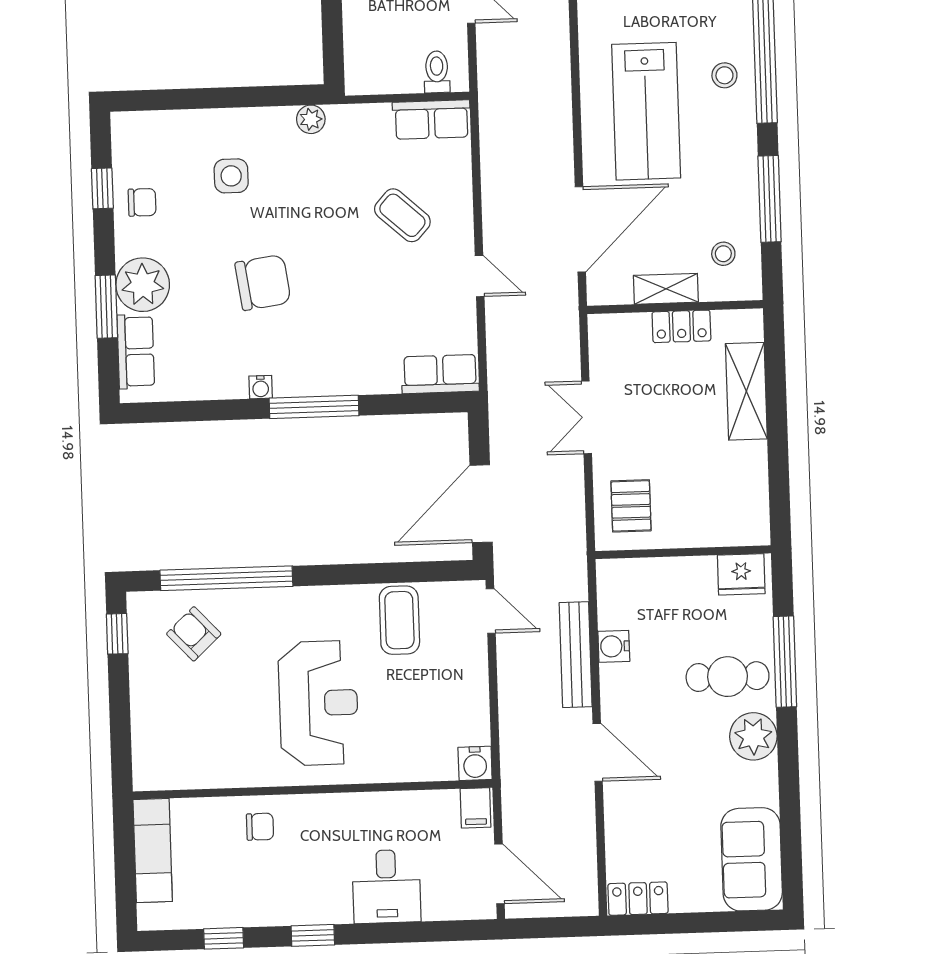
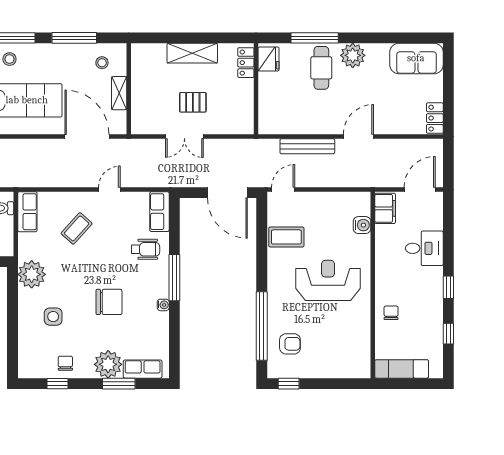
plant: (311, 119) -> (32, 274), width x1.88, depth x1.88
chair: (263, 283) -> (109, 302), turned 98
locker: (681, 326) -> (246, 63), moved, turned 180
wheelchair: (367, 349) -> (145, 249), added
shelving: (746, 391) -> (192, 53), moved
pallet: (631, 506) -> (193, 102), moved
armchair: (194, 634) -> (290, 344), turned -137
water cooler: (614, 646) -> (304, 126), removed
water cooler: (475, 763) -> (362, 225), moved
filing cabinet: (476, 808) -> (385, 208), width x2.00

